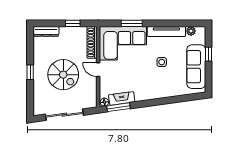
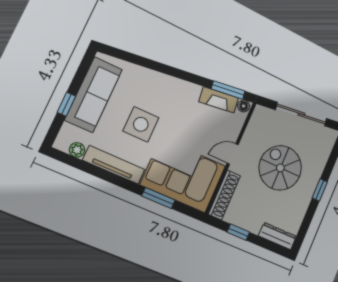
side table: (162, 62) -> (141, 124), width x1.87, depth x1.87
door: (98, 70) -> (233, 154), swing flipped

